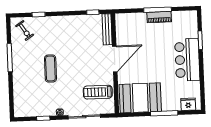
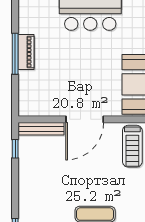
door: (115, 59) -> (85, 119), swing flipped

